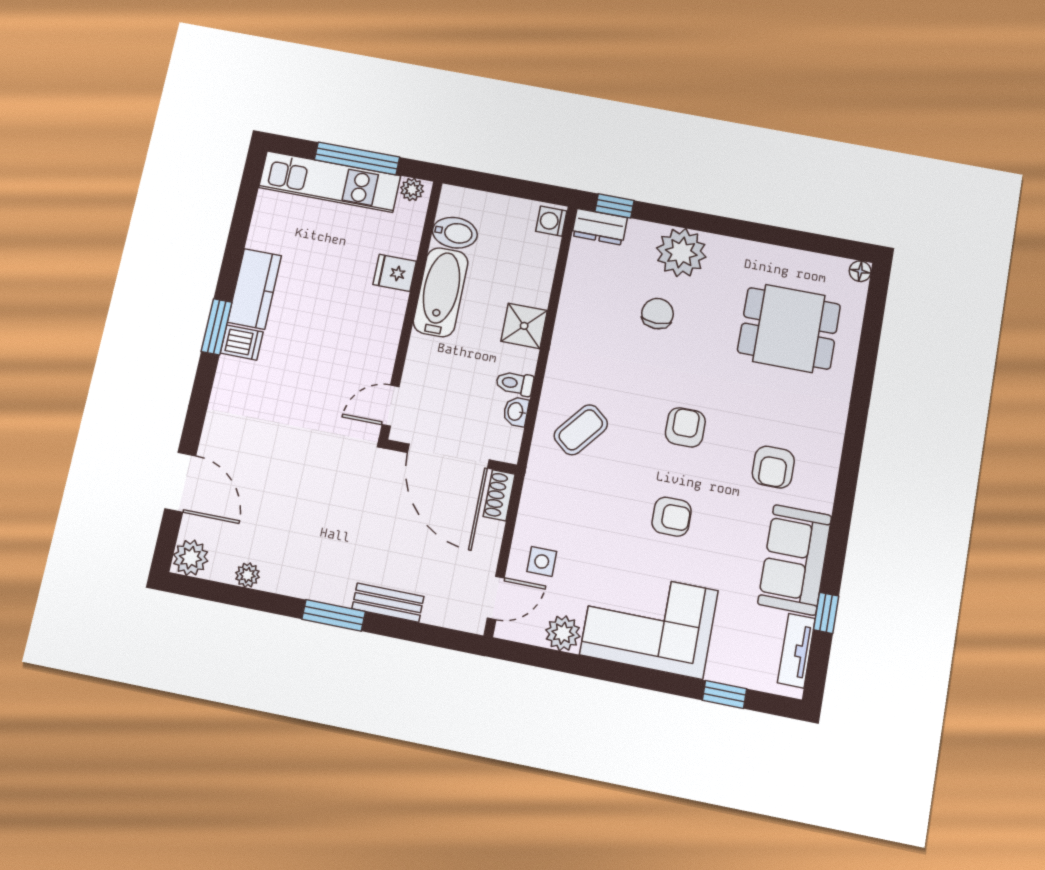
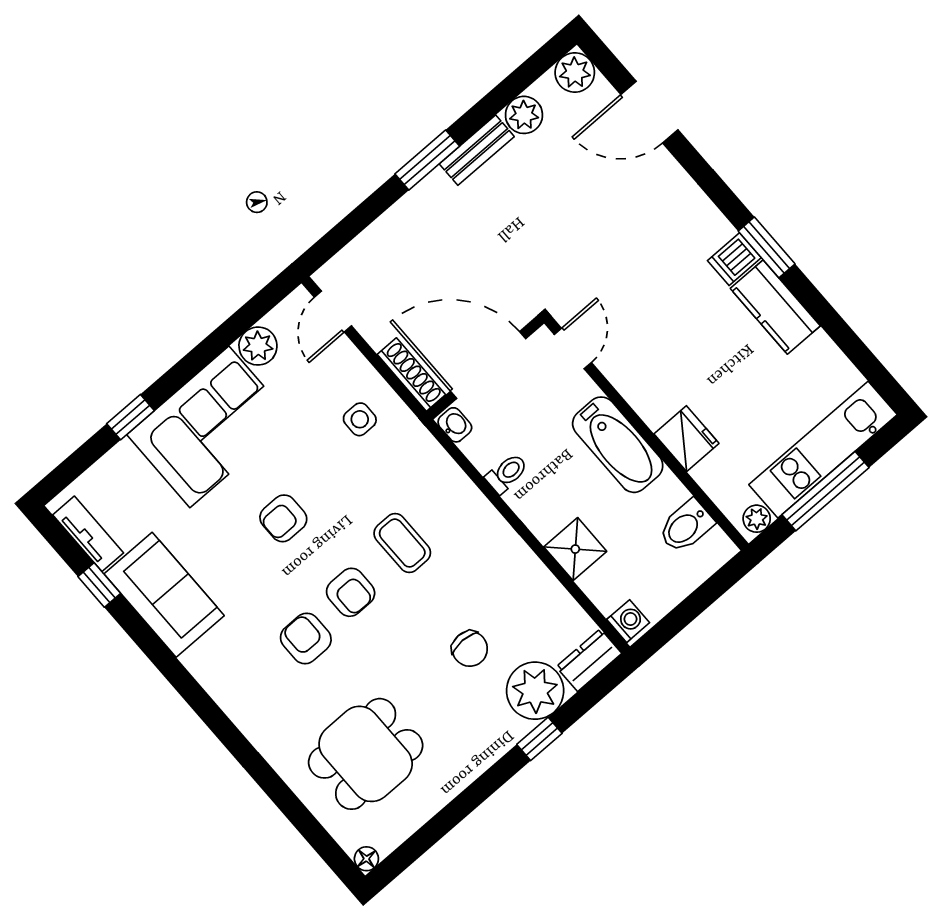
window: (614, 206) -> (539, 739), moved
plant: (681, 253) -> (535, 691), moved
fridge: (395, 273) -> (686, 439), width x1.38
bathtub: (441, 292) -> (618, 445), moved
shower: (524, 326) -> (575, 549), moved
washbasin: (516, 412) -> (455, 425), moved
coffee table: (581, 430) -> (402, 543), moved, turned -39
armchair: (773, 467) -> (306, 638), moved
shoe rack: (499, 495) -> (411, 375), width x1.43
side table: (542, 561) -> (360, 419), moved
plant: (248, 575) -> (524, 115), width x1.38, depth x1.38
bench: (388, 603) -> (477, 150), moved
window: (724, 694) -> (131, 417), moved

